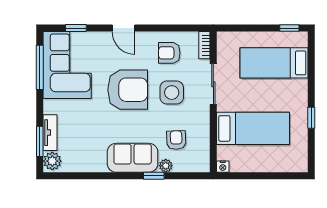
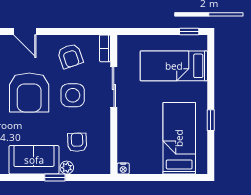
armchair: (169, 53) -> (70, 56), turned -109
armchair: (128, 90) -> (29, 92), turned 90
bed: (253, 128) -> (179, 138), moved, turned -90

